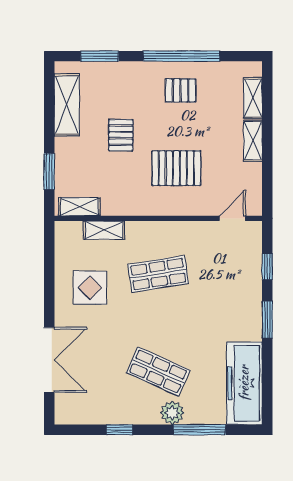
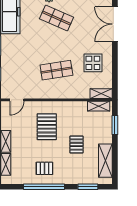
pallet: (176, 168) -> (47, 127), turned 90
shelving: (104, 230) -> (101, 94), moved

